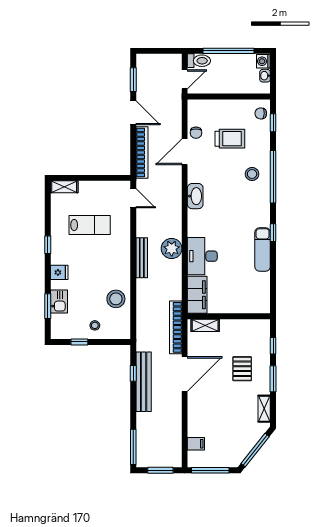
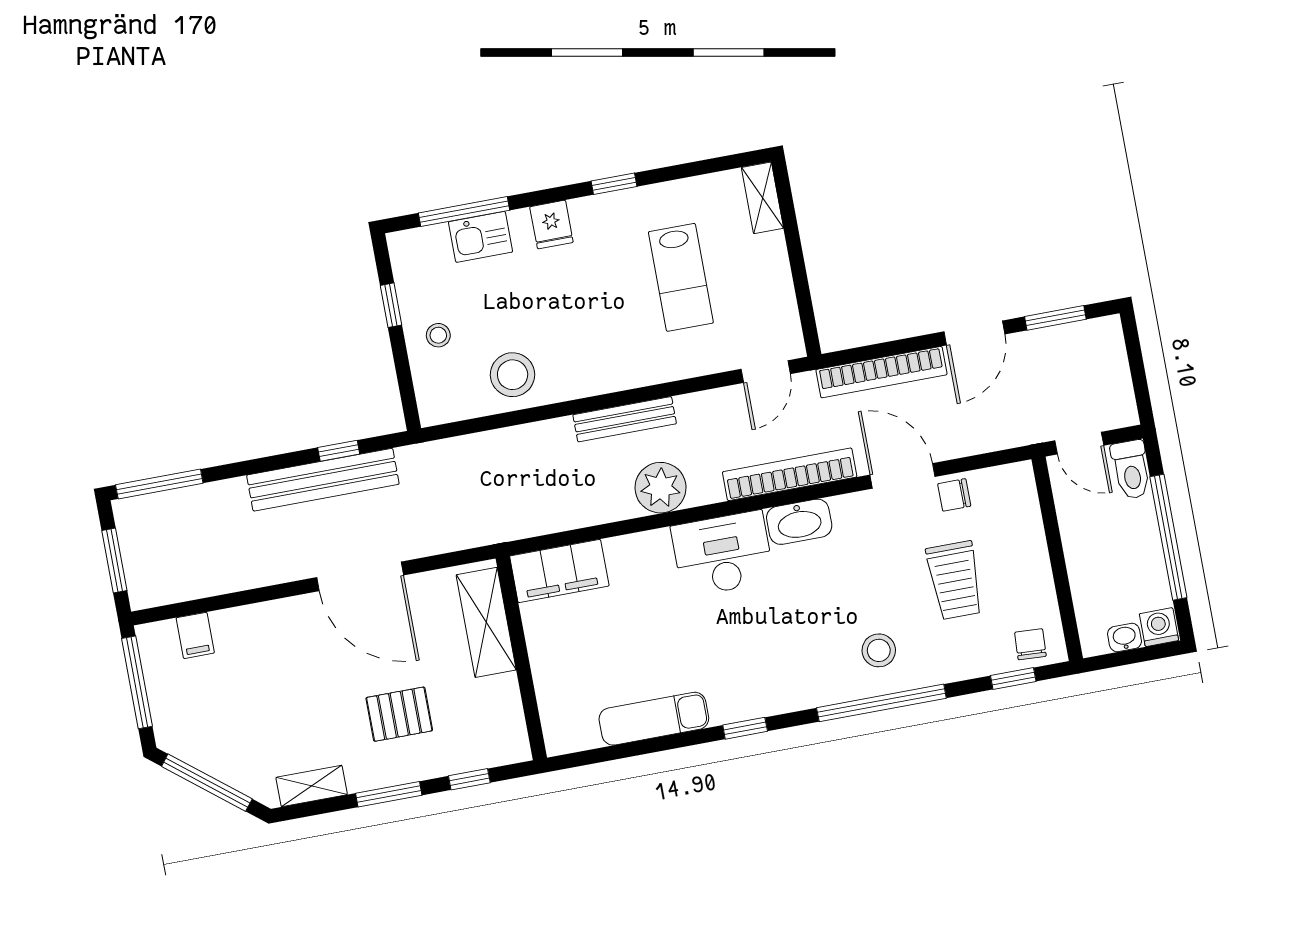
exam couch: (263, 249) -> (654, 719), moved
desk: (202, 256) -> (723, 554), moved
window: (48, 306) -> (464, 212), width x1.44
shelving: (205, 325) -> (486, 622), width x1.50, depth x1.33
bookcase: (176, 327) -> (790, 474), moved

